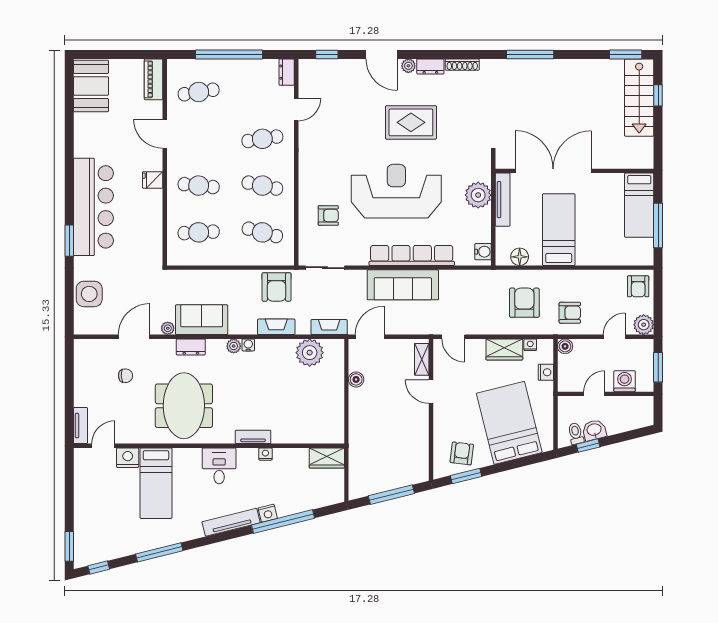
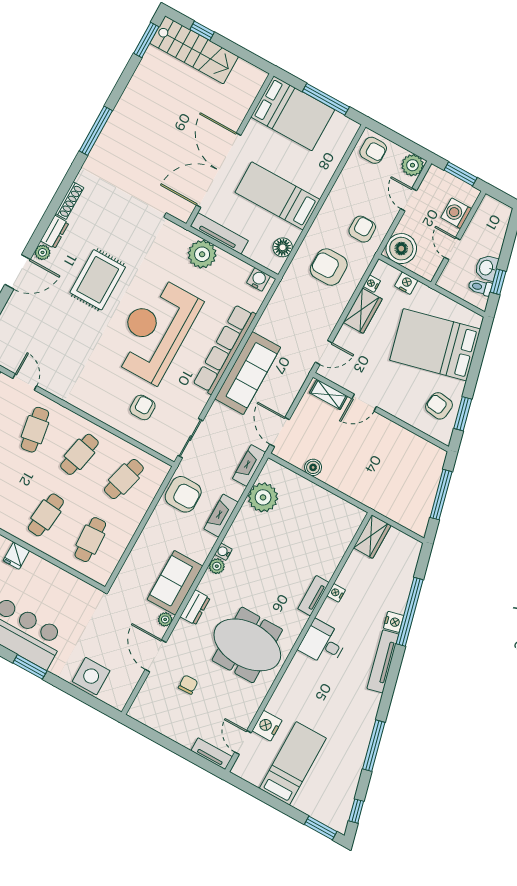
bed: (639, 205) -> (293, 113), width x1.50
boiler: (565, 346) -> (401, 249), width x1.86, depth x1.86
bed: (156, 483) -> (293, 763), moved, turned -90

